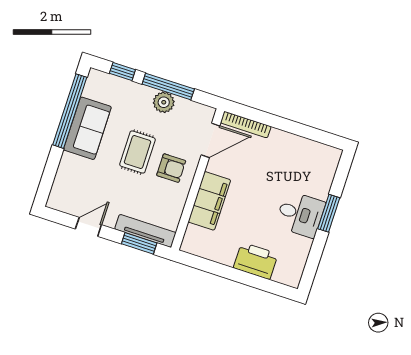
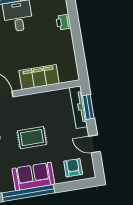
armchair: (171, 168) -> (73, 168), moved
printer: (256, 261) -> (63, 22), width x0.53, depth x0.68

